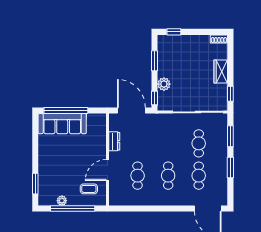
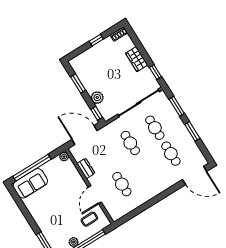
window: (174, 32) -> (96, 40), moved
plant: (101, 119) -> (64, 157), added
sofa: (62, 124) -> (30, 183), width x0.73
cafe table: (168, 176) -> (130, 143), moved

